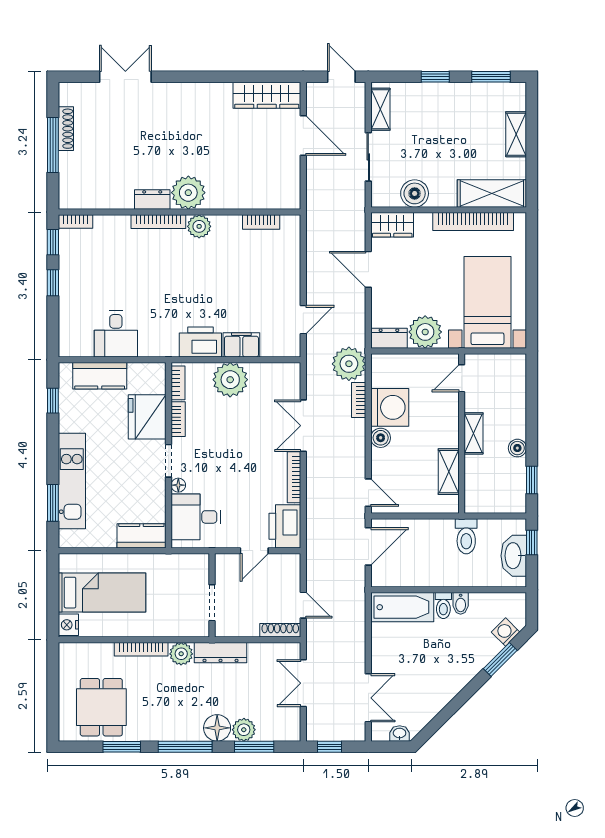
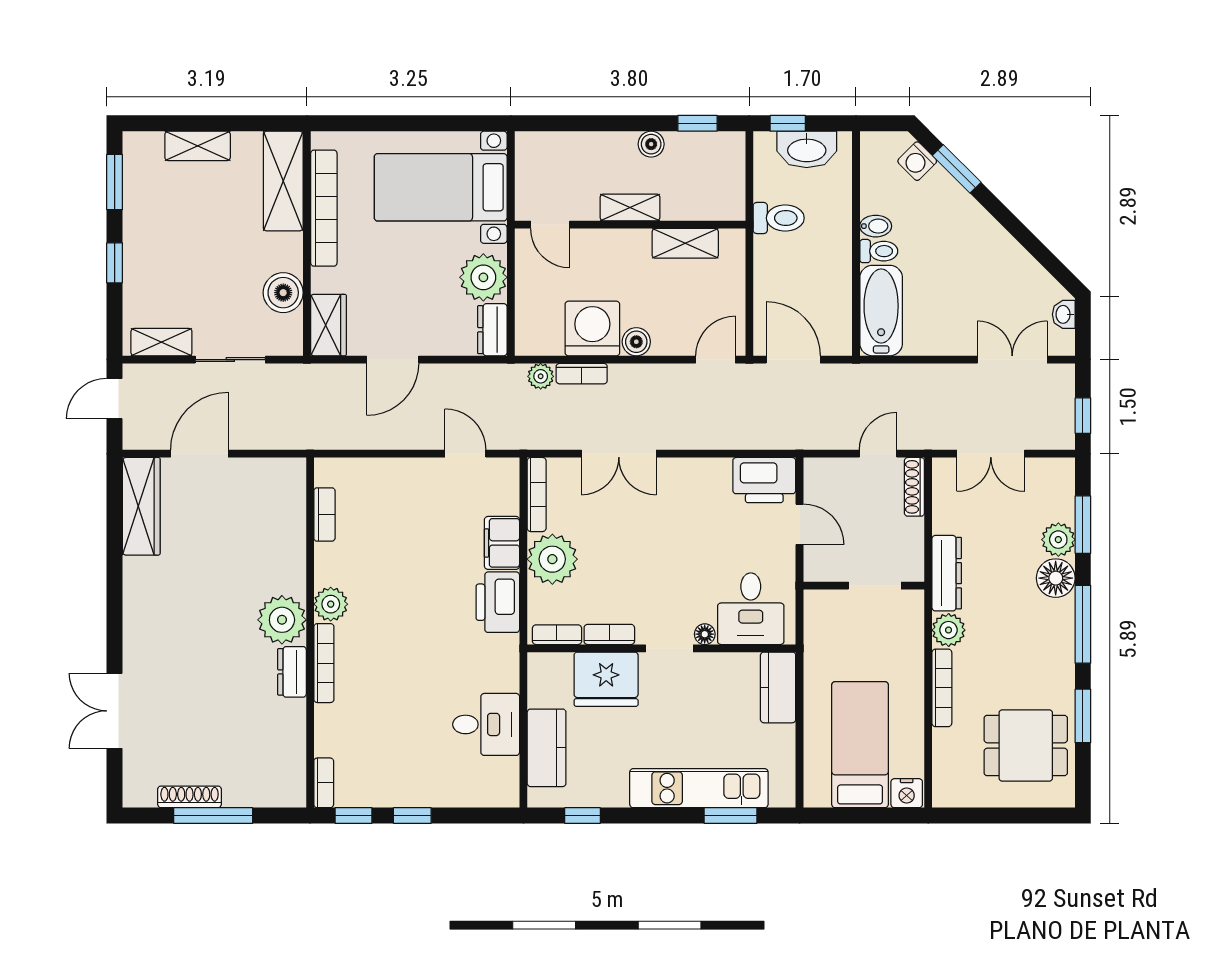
plant: (349, 364) -> (541, 376), width x0.53, depth x0.53
bookcase: (294, 477) -> (537, 495), moved, turned -90

